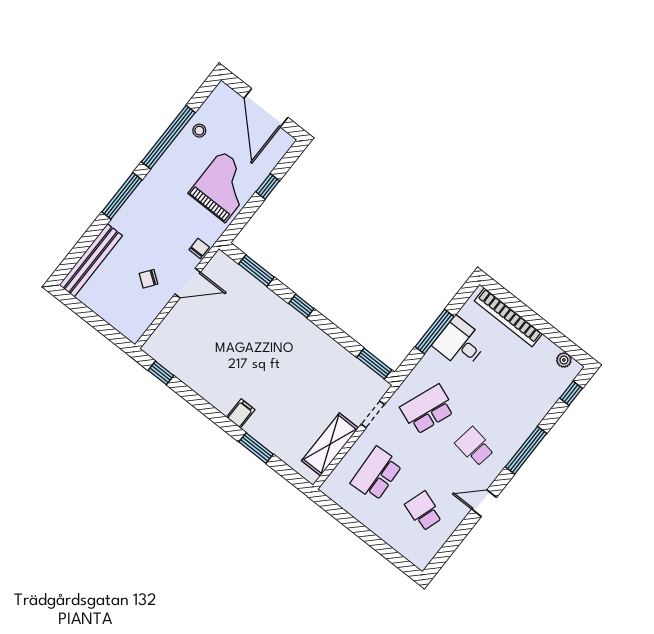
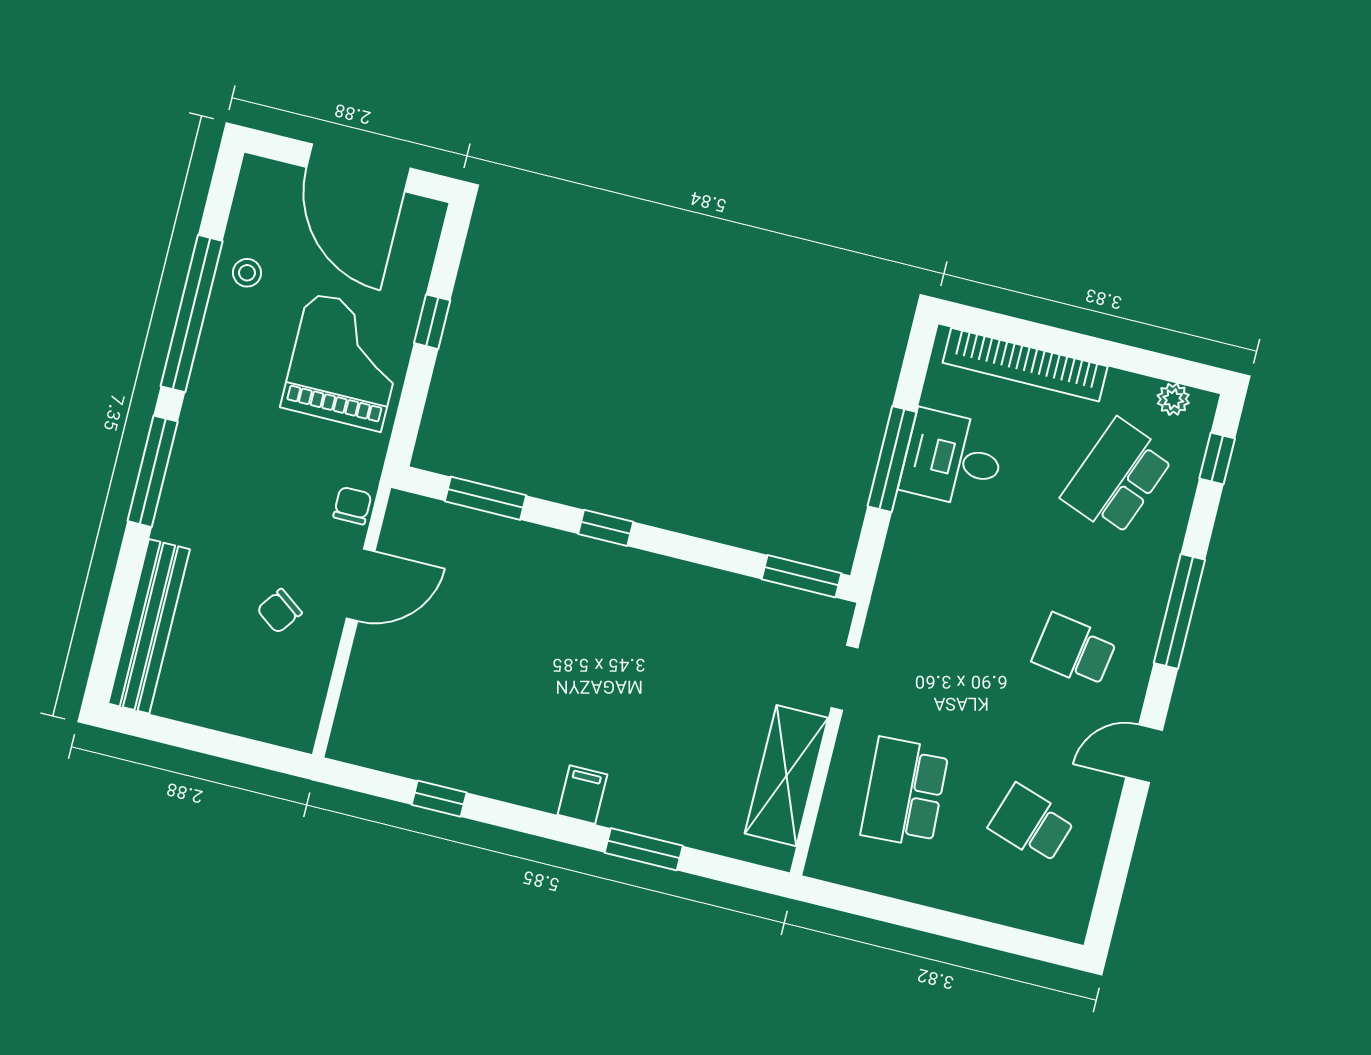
window: (161, 373) -> (439, 799), moved
school desk: (427, 409) -> (1117, 477), moved

